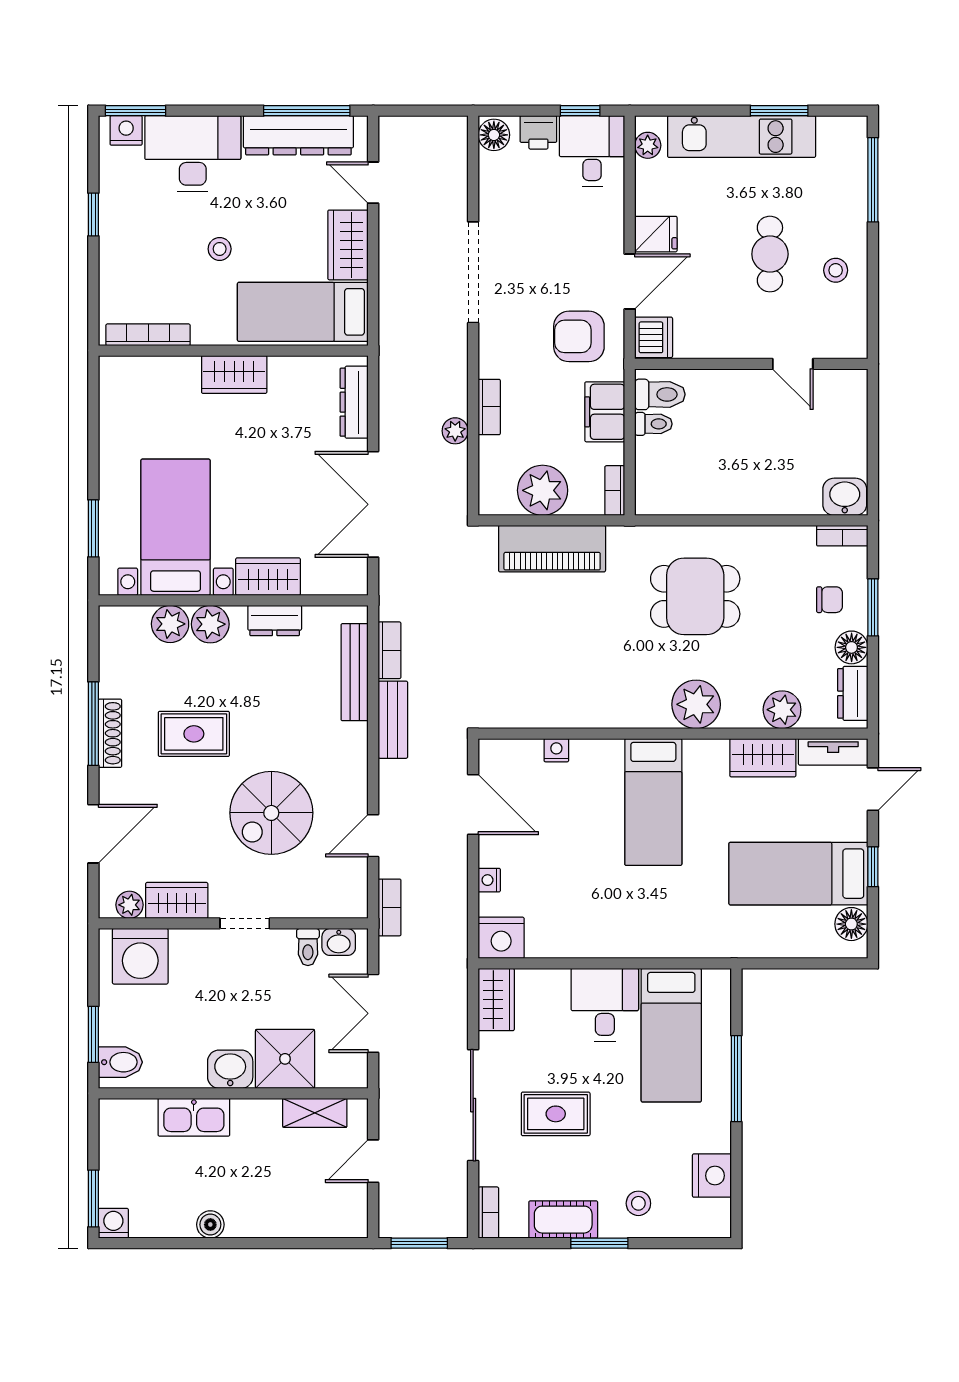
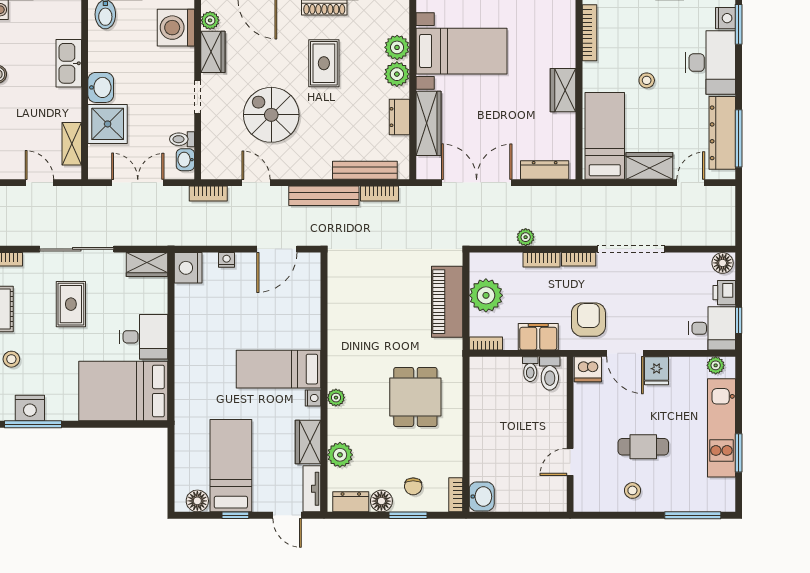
bookcase: (488, 351) -> (579, 259), added
wardrobe: (268, 577) -> (429, 123), width x1.50
plant: (696, 704) -> (336, 398), width x0.53, depth x0.53
bench: (393, 720) -> (324, 196), width x1.36
nightstand: (556, 750) -> (313, 398), moved
bed: (671, 1035) -> (123, 391), width x1.50
window: (736, 1079) -> (33, 424), moved

